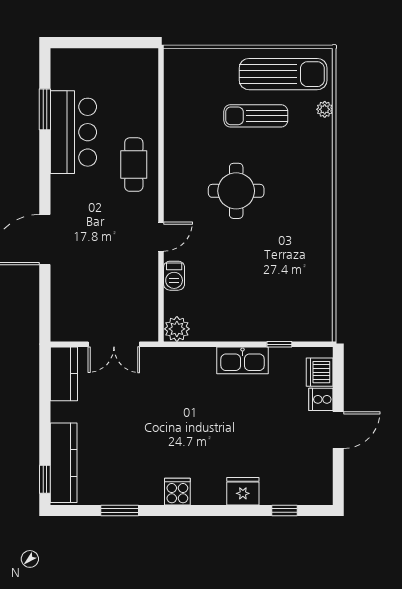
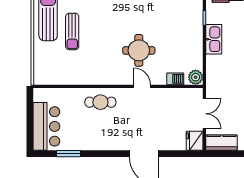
bar counter: (73, 132) -> (46, 126), moved, turned 90
round table: (236, 191) -> (139, 50), moved
barbecue: (174, 276) -> (175, 79), moved
fridge: (67, 327) -> (195, 141), added

